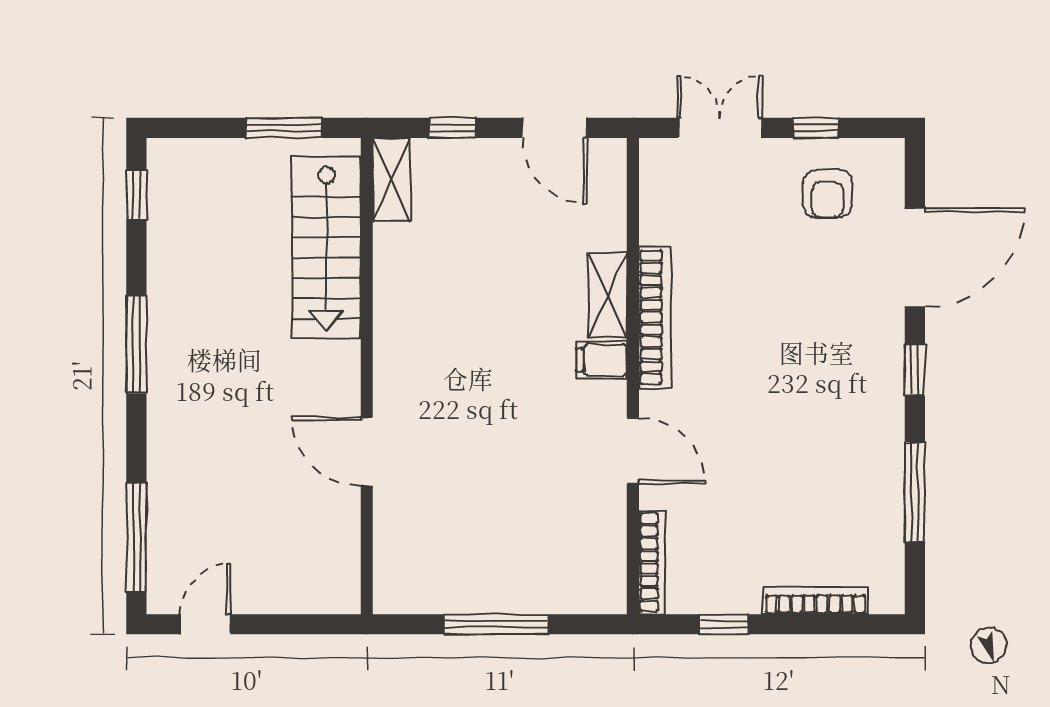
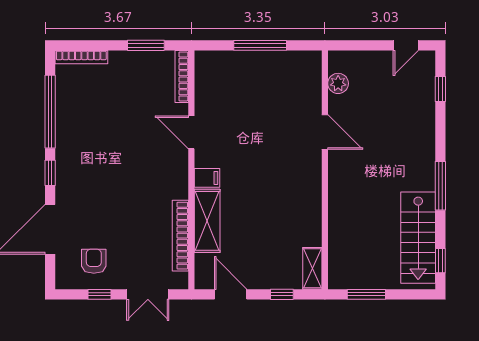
stairs: (326, 248) -> (418, 238), moved, turned 180
shelving: (608, 295) -> (207, 221), width x1.50, depth x1.33
bookcase: (655, 317) -> (180, 236), moved
window: (915, 492) -> (50, 112), width x1.46
window: (136, 537) -> (440, 89), width x0.46
plant: (340, 548) -> (338, 83), added
bookcase: (816, 601) -> (81, 57), moved
window: (724, 624) -> (146, 45), width x1.50

